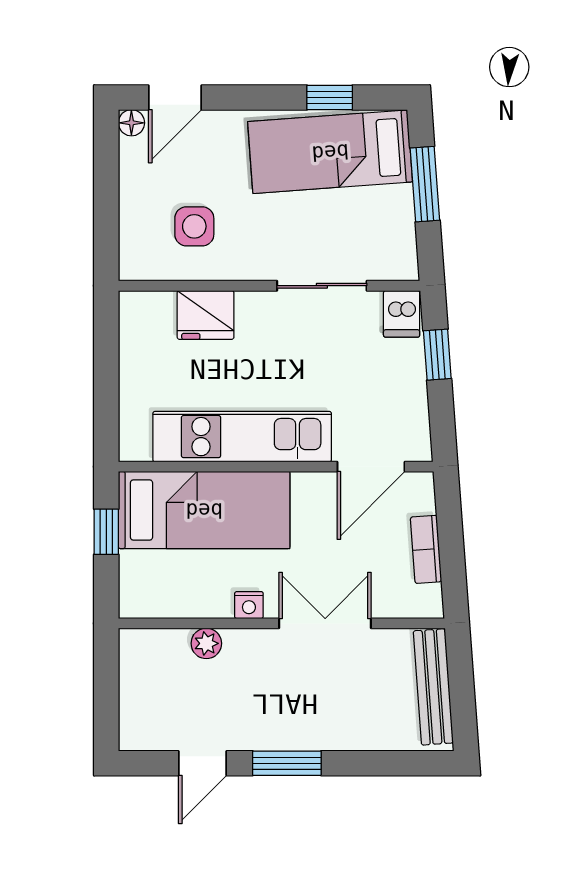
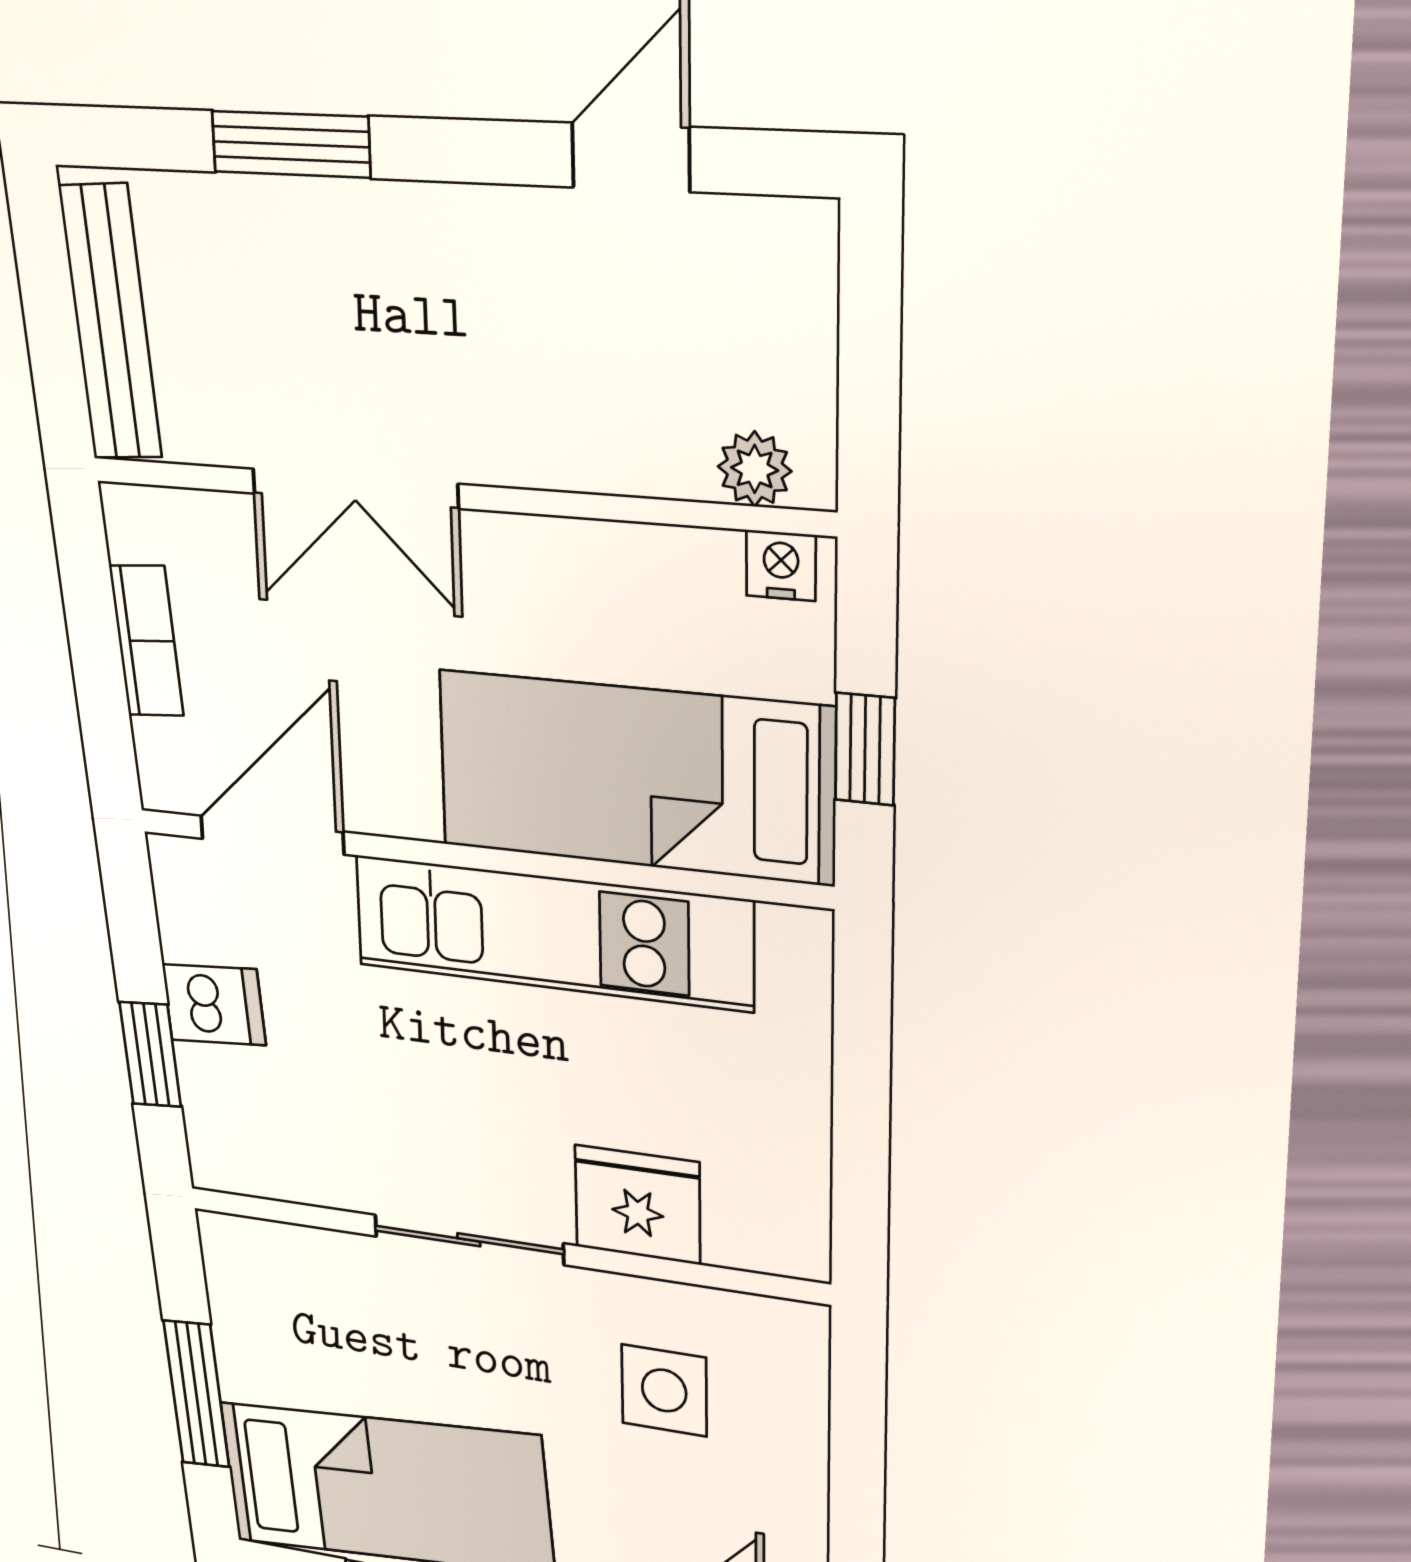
sliding door: (322, 286) -> (469, 1240), moved
dishwasher: (402, 314) -> (214, 1005), moved, turned 86
nightstand: (249, 605) -> (781, 565), moved
plant: (206, 643) -> (755, 469), moved
window: (287, 763) -> (291, 144), moved

